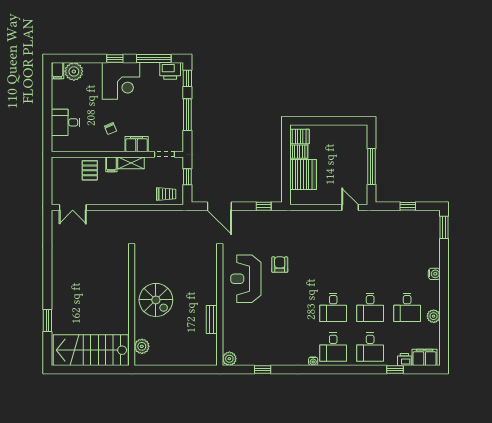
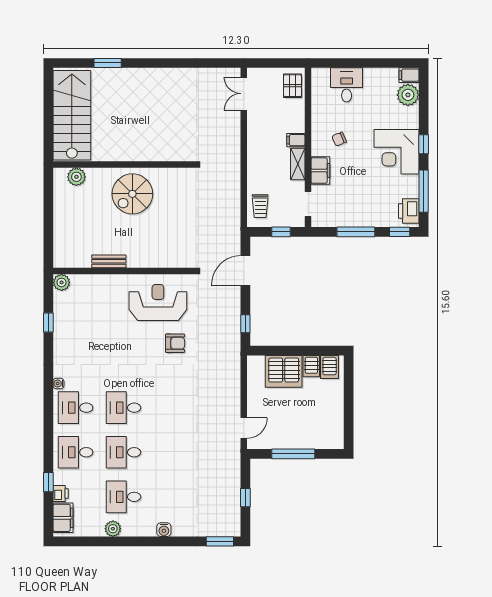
pallet: (90, 170) -> (292, 86), moved, turned 90

